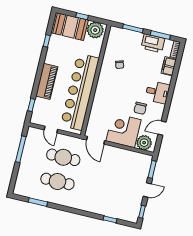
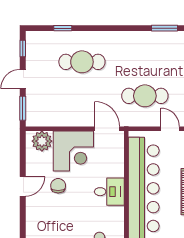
desk: (157, 92) -> (109, 192), moved, turned 180
door: (162, 128) -> (23, 186), moved
cafe table: (57, 181) -> (82, 62), moved

